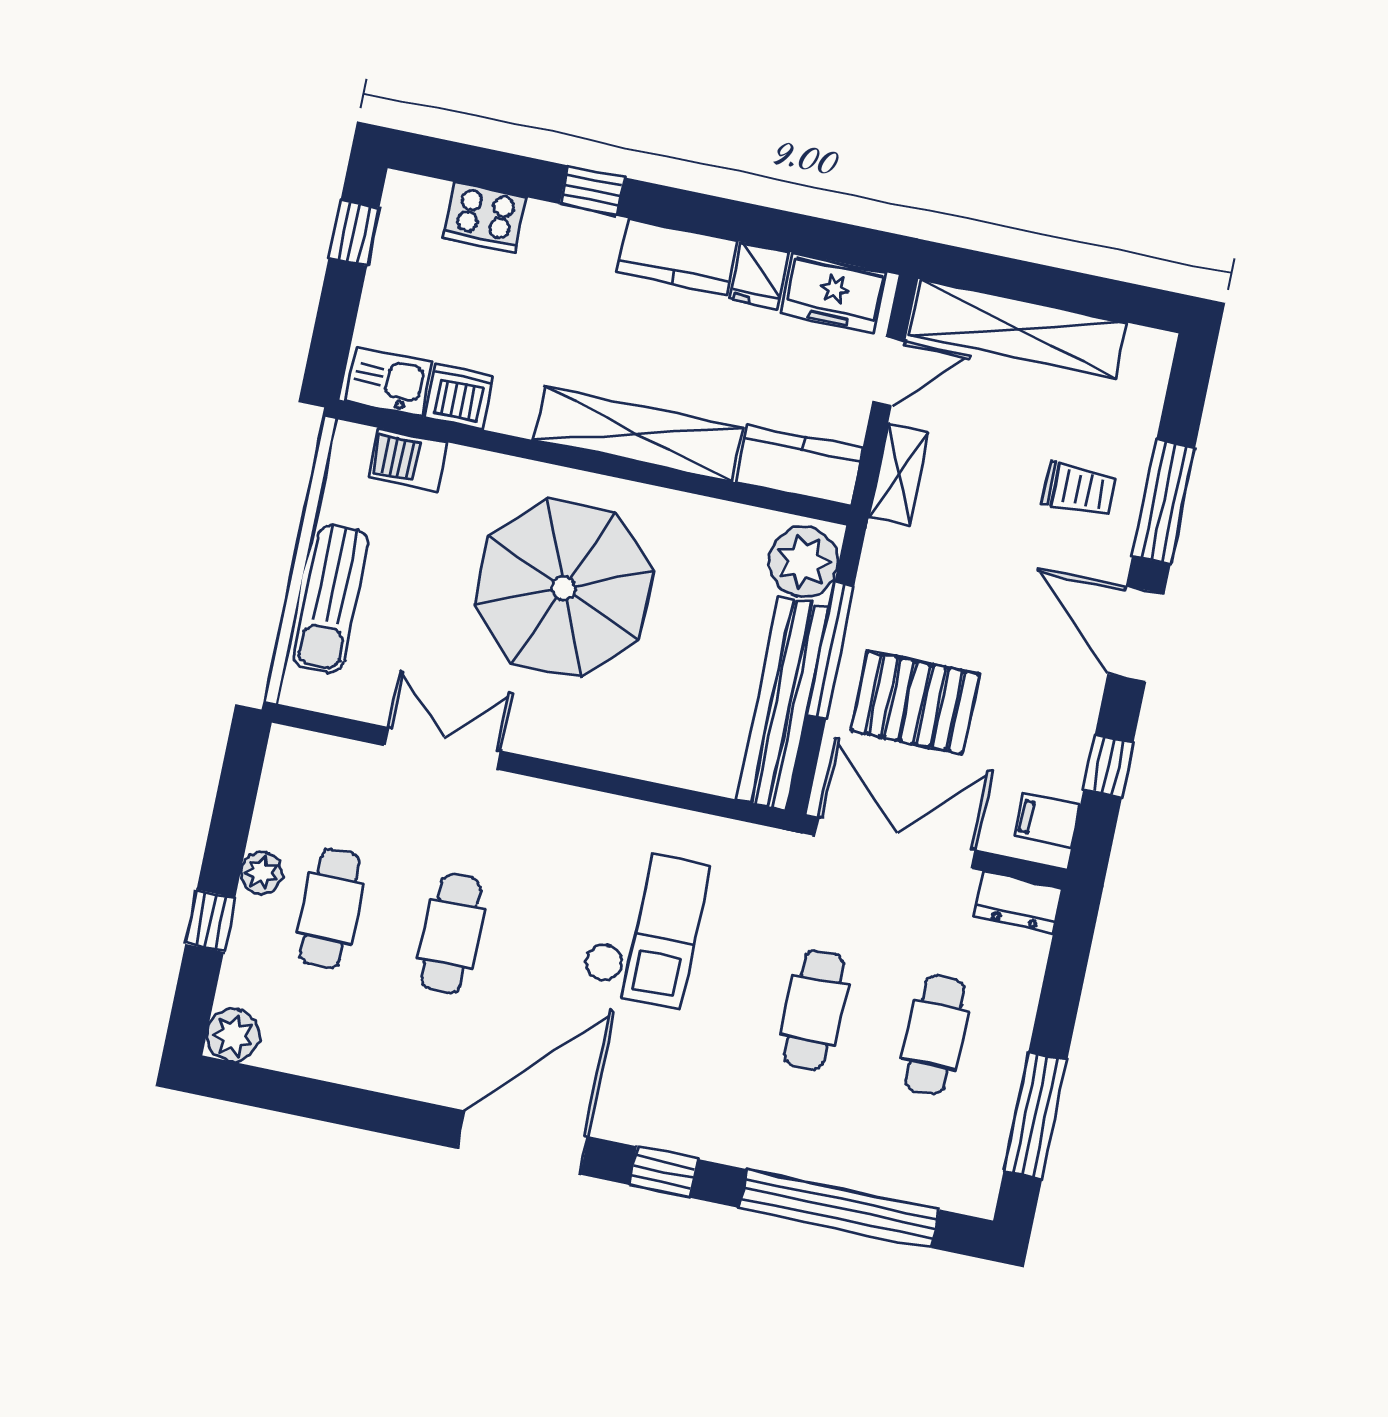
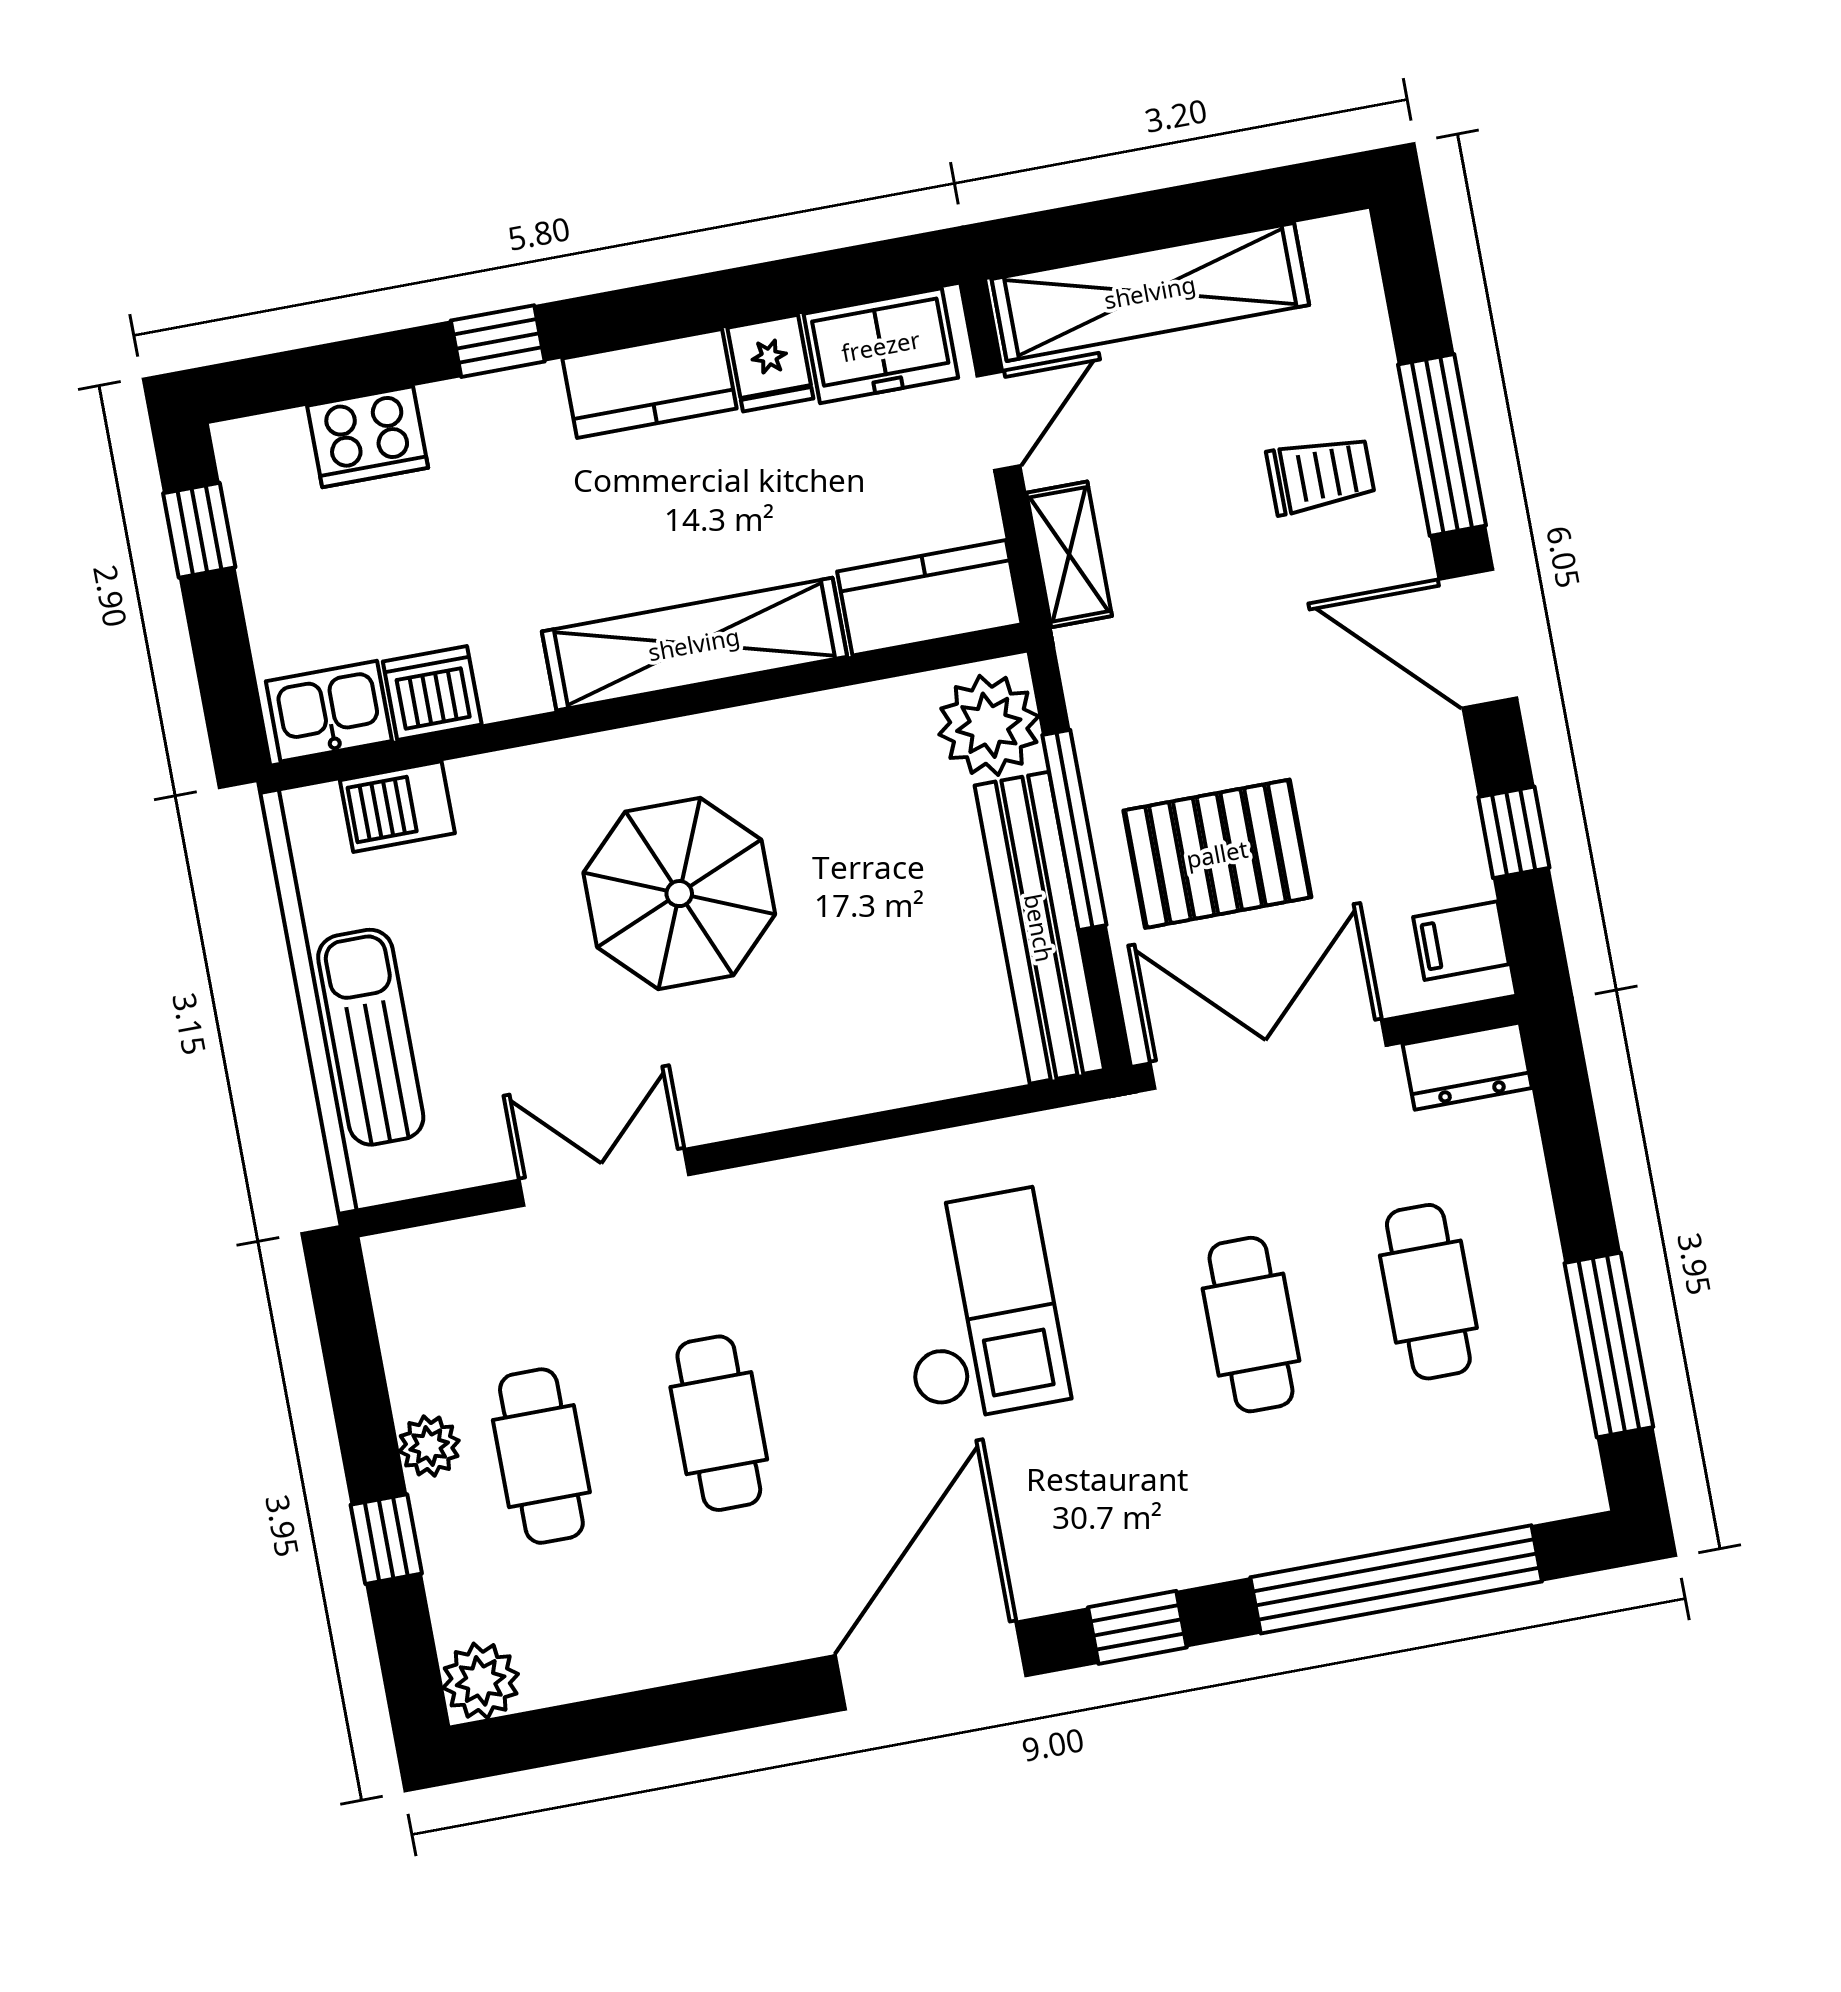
parasol: (564, 588) -> (679, 894), width x0.73, depth x0.73
sun lounger: (331, 599) -> (371, 1037), turned 180

